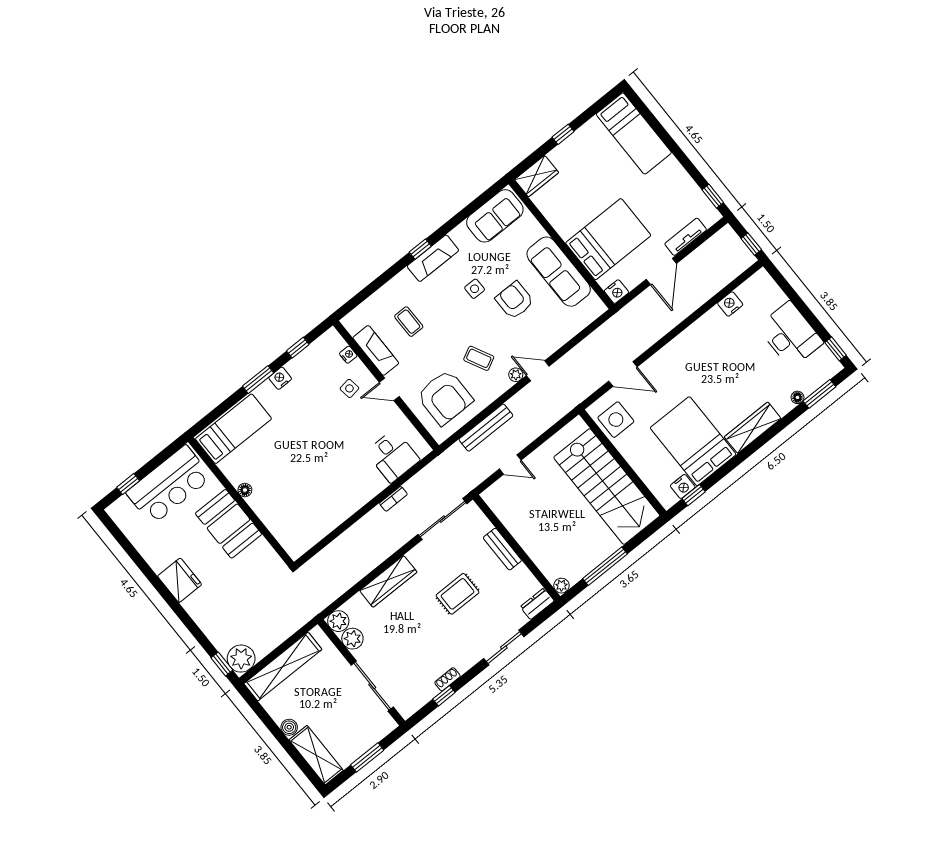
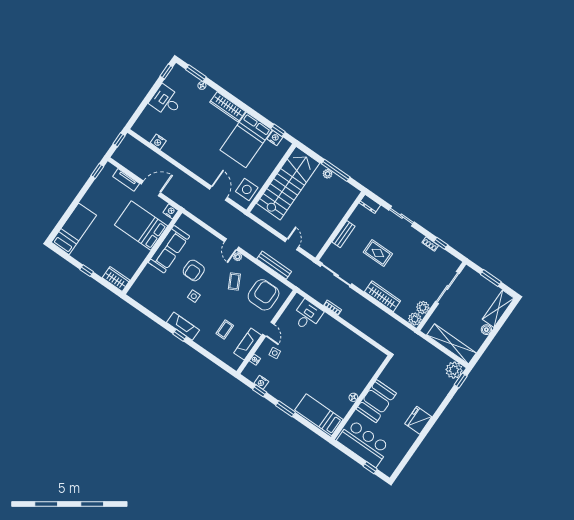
sofa: (495, 216) -> (147, 297), removed
desk: (790, 335) -> (166, 101), width x0.73
nightstand: (280, 378) -> (261, 382), moved
plant: (561, 586) -> (328, 174), moved

